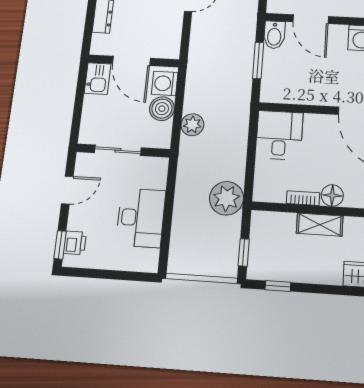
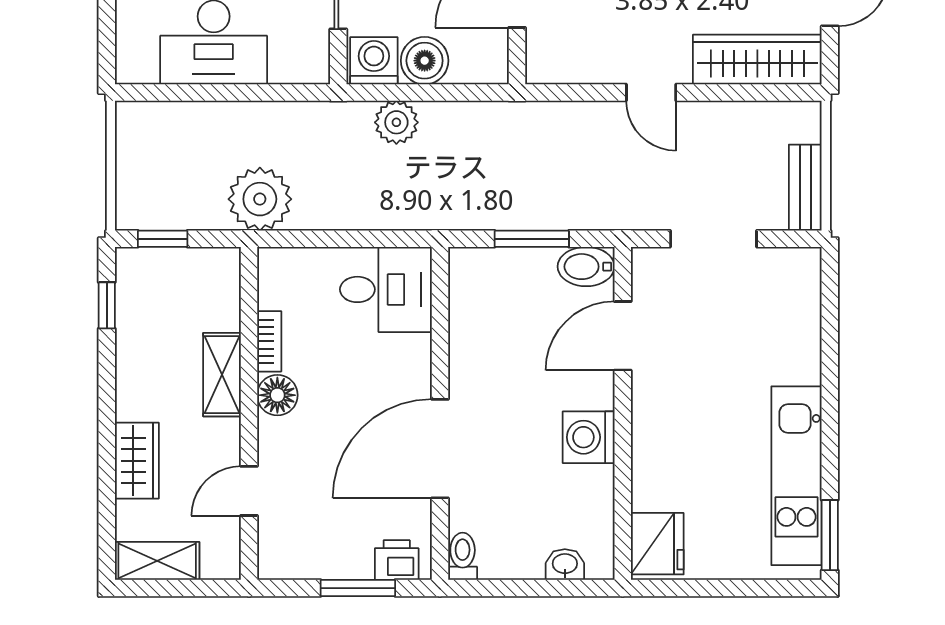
washing machine: (165, 83) -> (374, 61), moved

